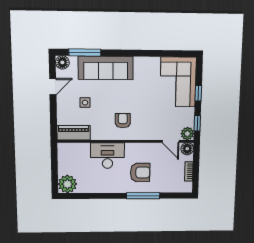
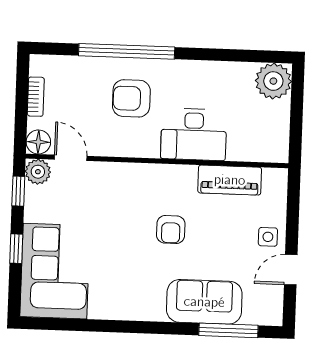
floor lamp: (62, 62) -> (271, 313), removed
sofa: (106, 68) -> (204, 302), width x0.73
side table: (85, 103) -> (268, 237), moved
armchair: (123, 121) -> (171, 229), moved
piano: (74, 133) -> (230, 180), moved
window: (143, 196) -> (127, 51), width x1.46

